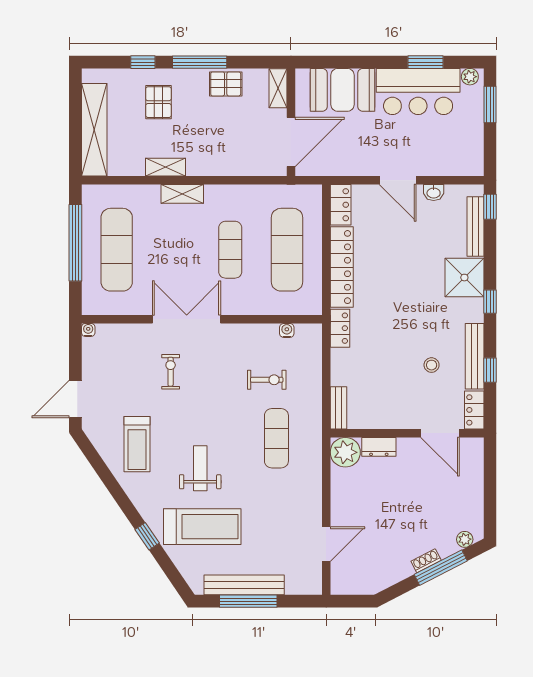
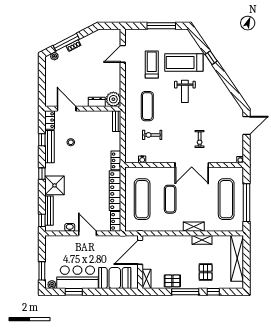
treadmill: (137, 444) -> (152, 65), moved
bench: (244, 585) -> (163, 34), removed

